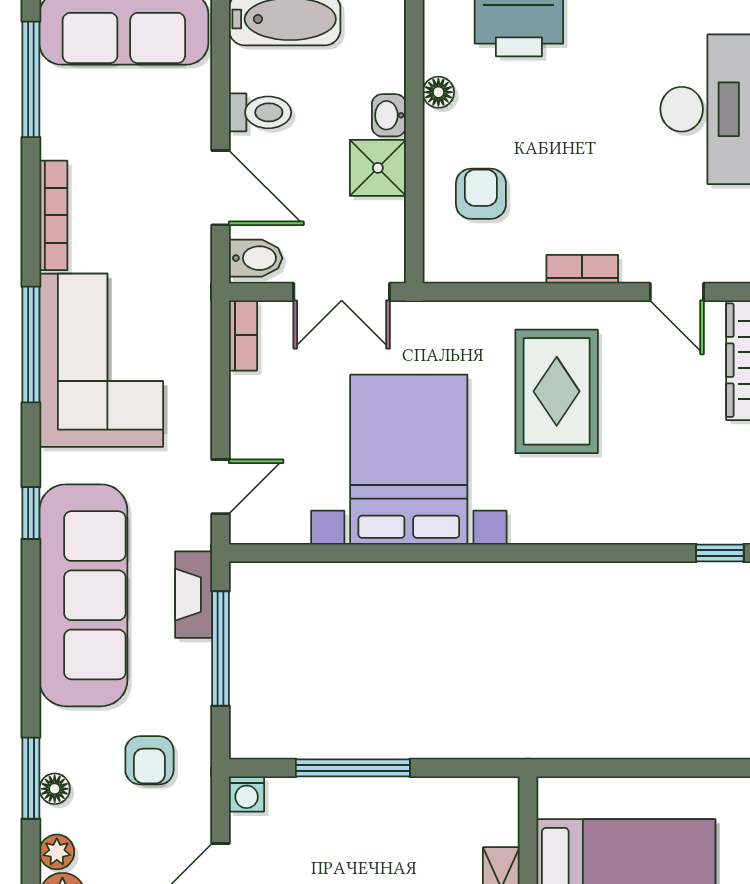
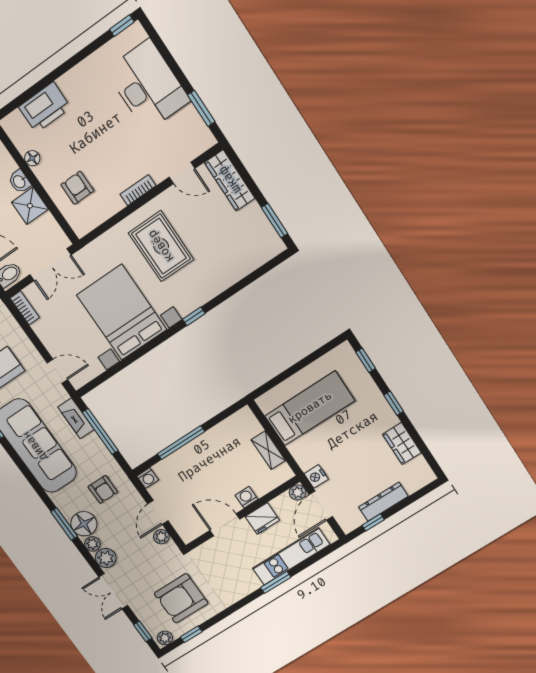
door: (221, 487) -> (57, 371), hinge flipped
window: (720, 553) -> (194, 316), moved
floor lamp: (55, 789) -> (84, 524), width x1.89, depth x1.89

